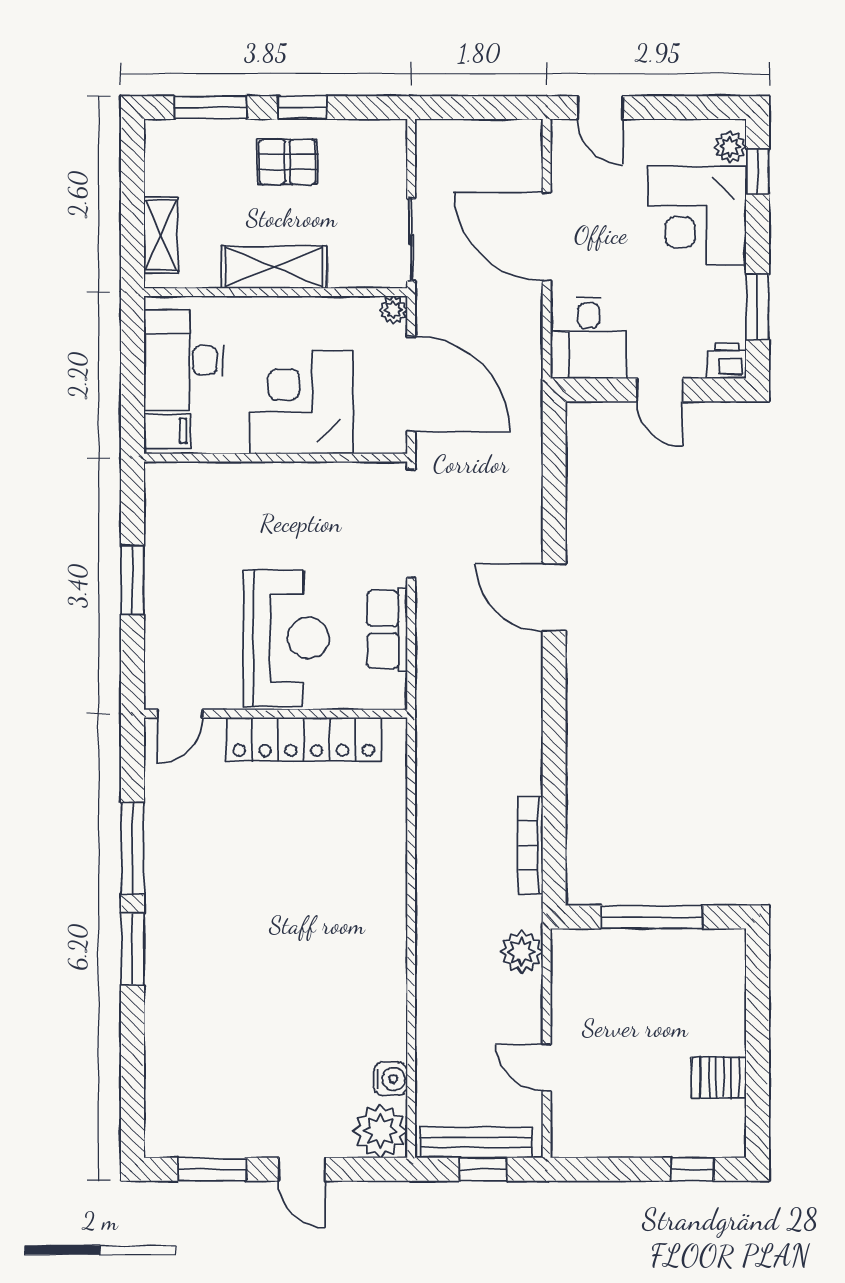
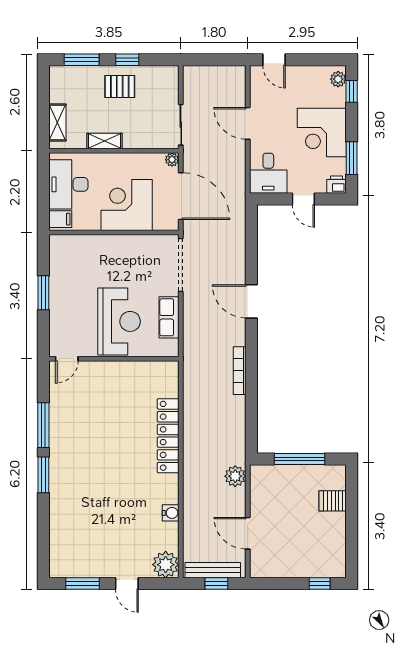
corner desk: (697, 215) -> (322, 133), moved
door: (547, 237) -> (248, 123), width x0.73
shelving: (274, 267) -> (104, 141), width x0.67, depth x0.75
locker: (304, 739) -> (168, 436), moved, turned 90
bookcase: (530, 845) -> (240, 371), moved
door: (547, 1067) -> (248, 533), width x1.38
server rack: (719, 1077) -> (333, 501), moved
water cooler: (391, 1079) -> (171, 513), moved

